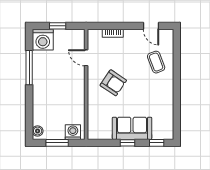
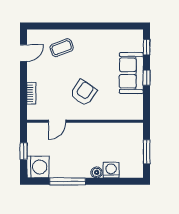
boiler: (38, 131) -> (97, 172), moved
washing machine: (73, 132) -> (111, 170), moved, turned 90

